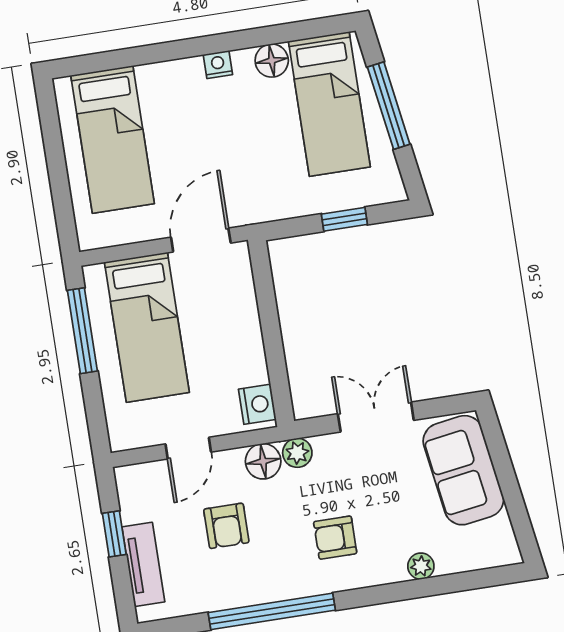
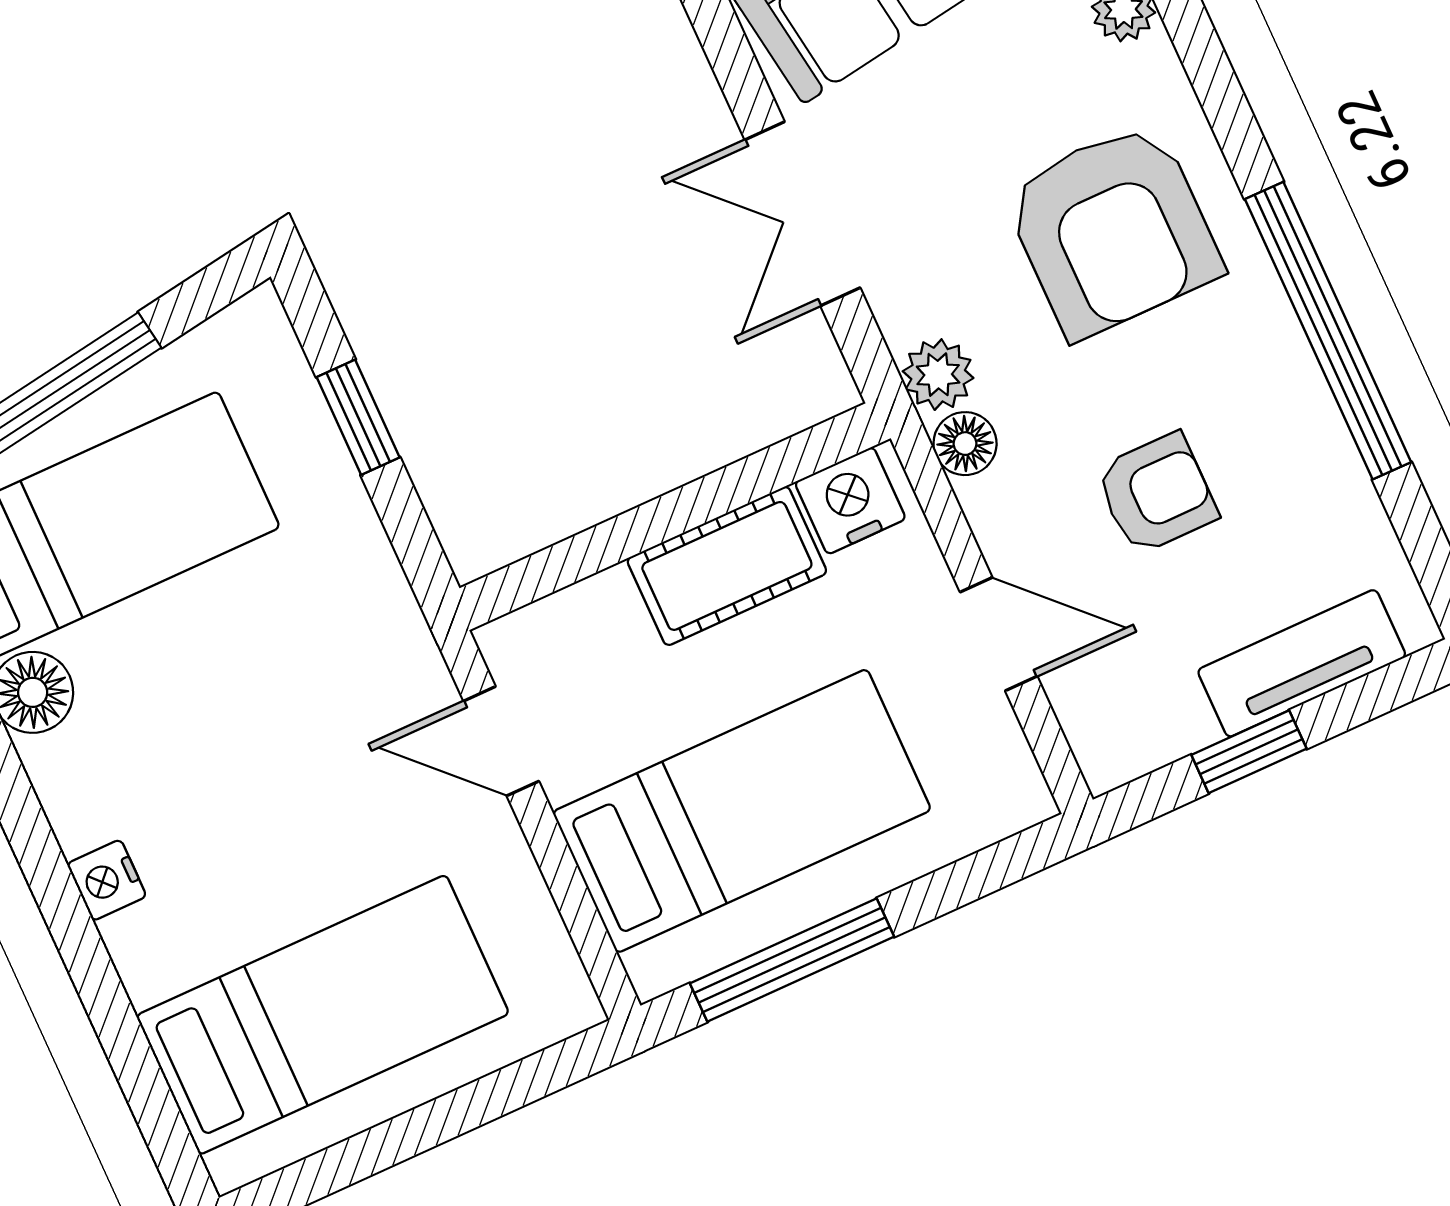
nightstand: (218, 65) -> (107, 880), moved
door: (201, 240) -> (501, 741), width x0.73
cot: (245, 348) -> (727, 566), added
floor lamp: (263, 461) -> (965, 444), width x0.73, depth x0.73
armchair: (335, 538) -> (1113, 230), width x1.88, depth x1.88

